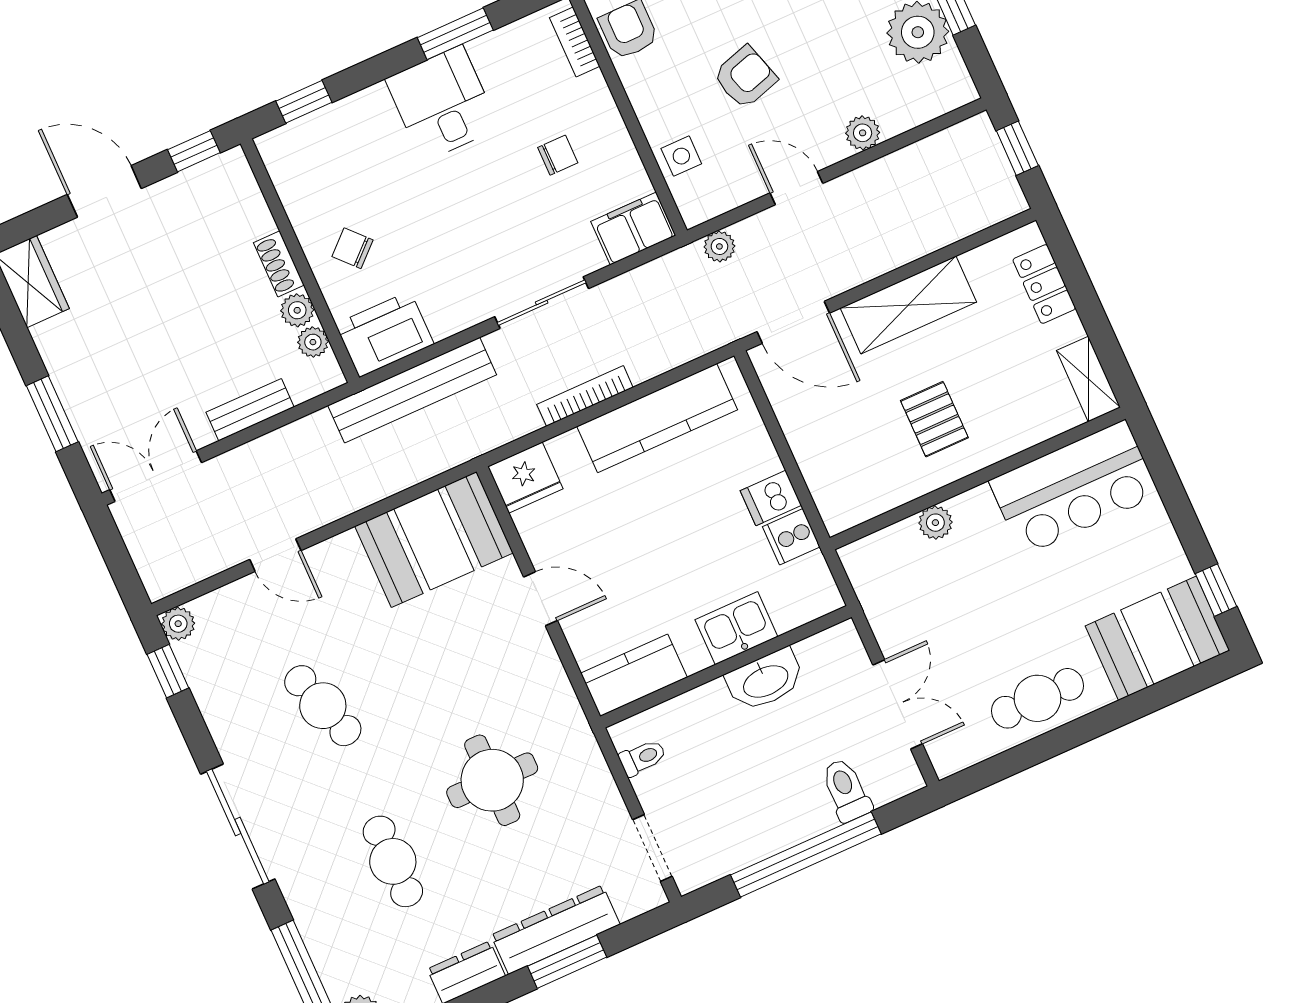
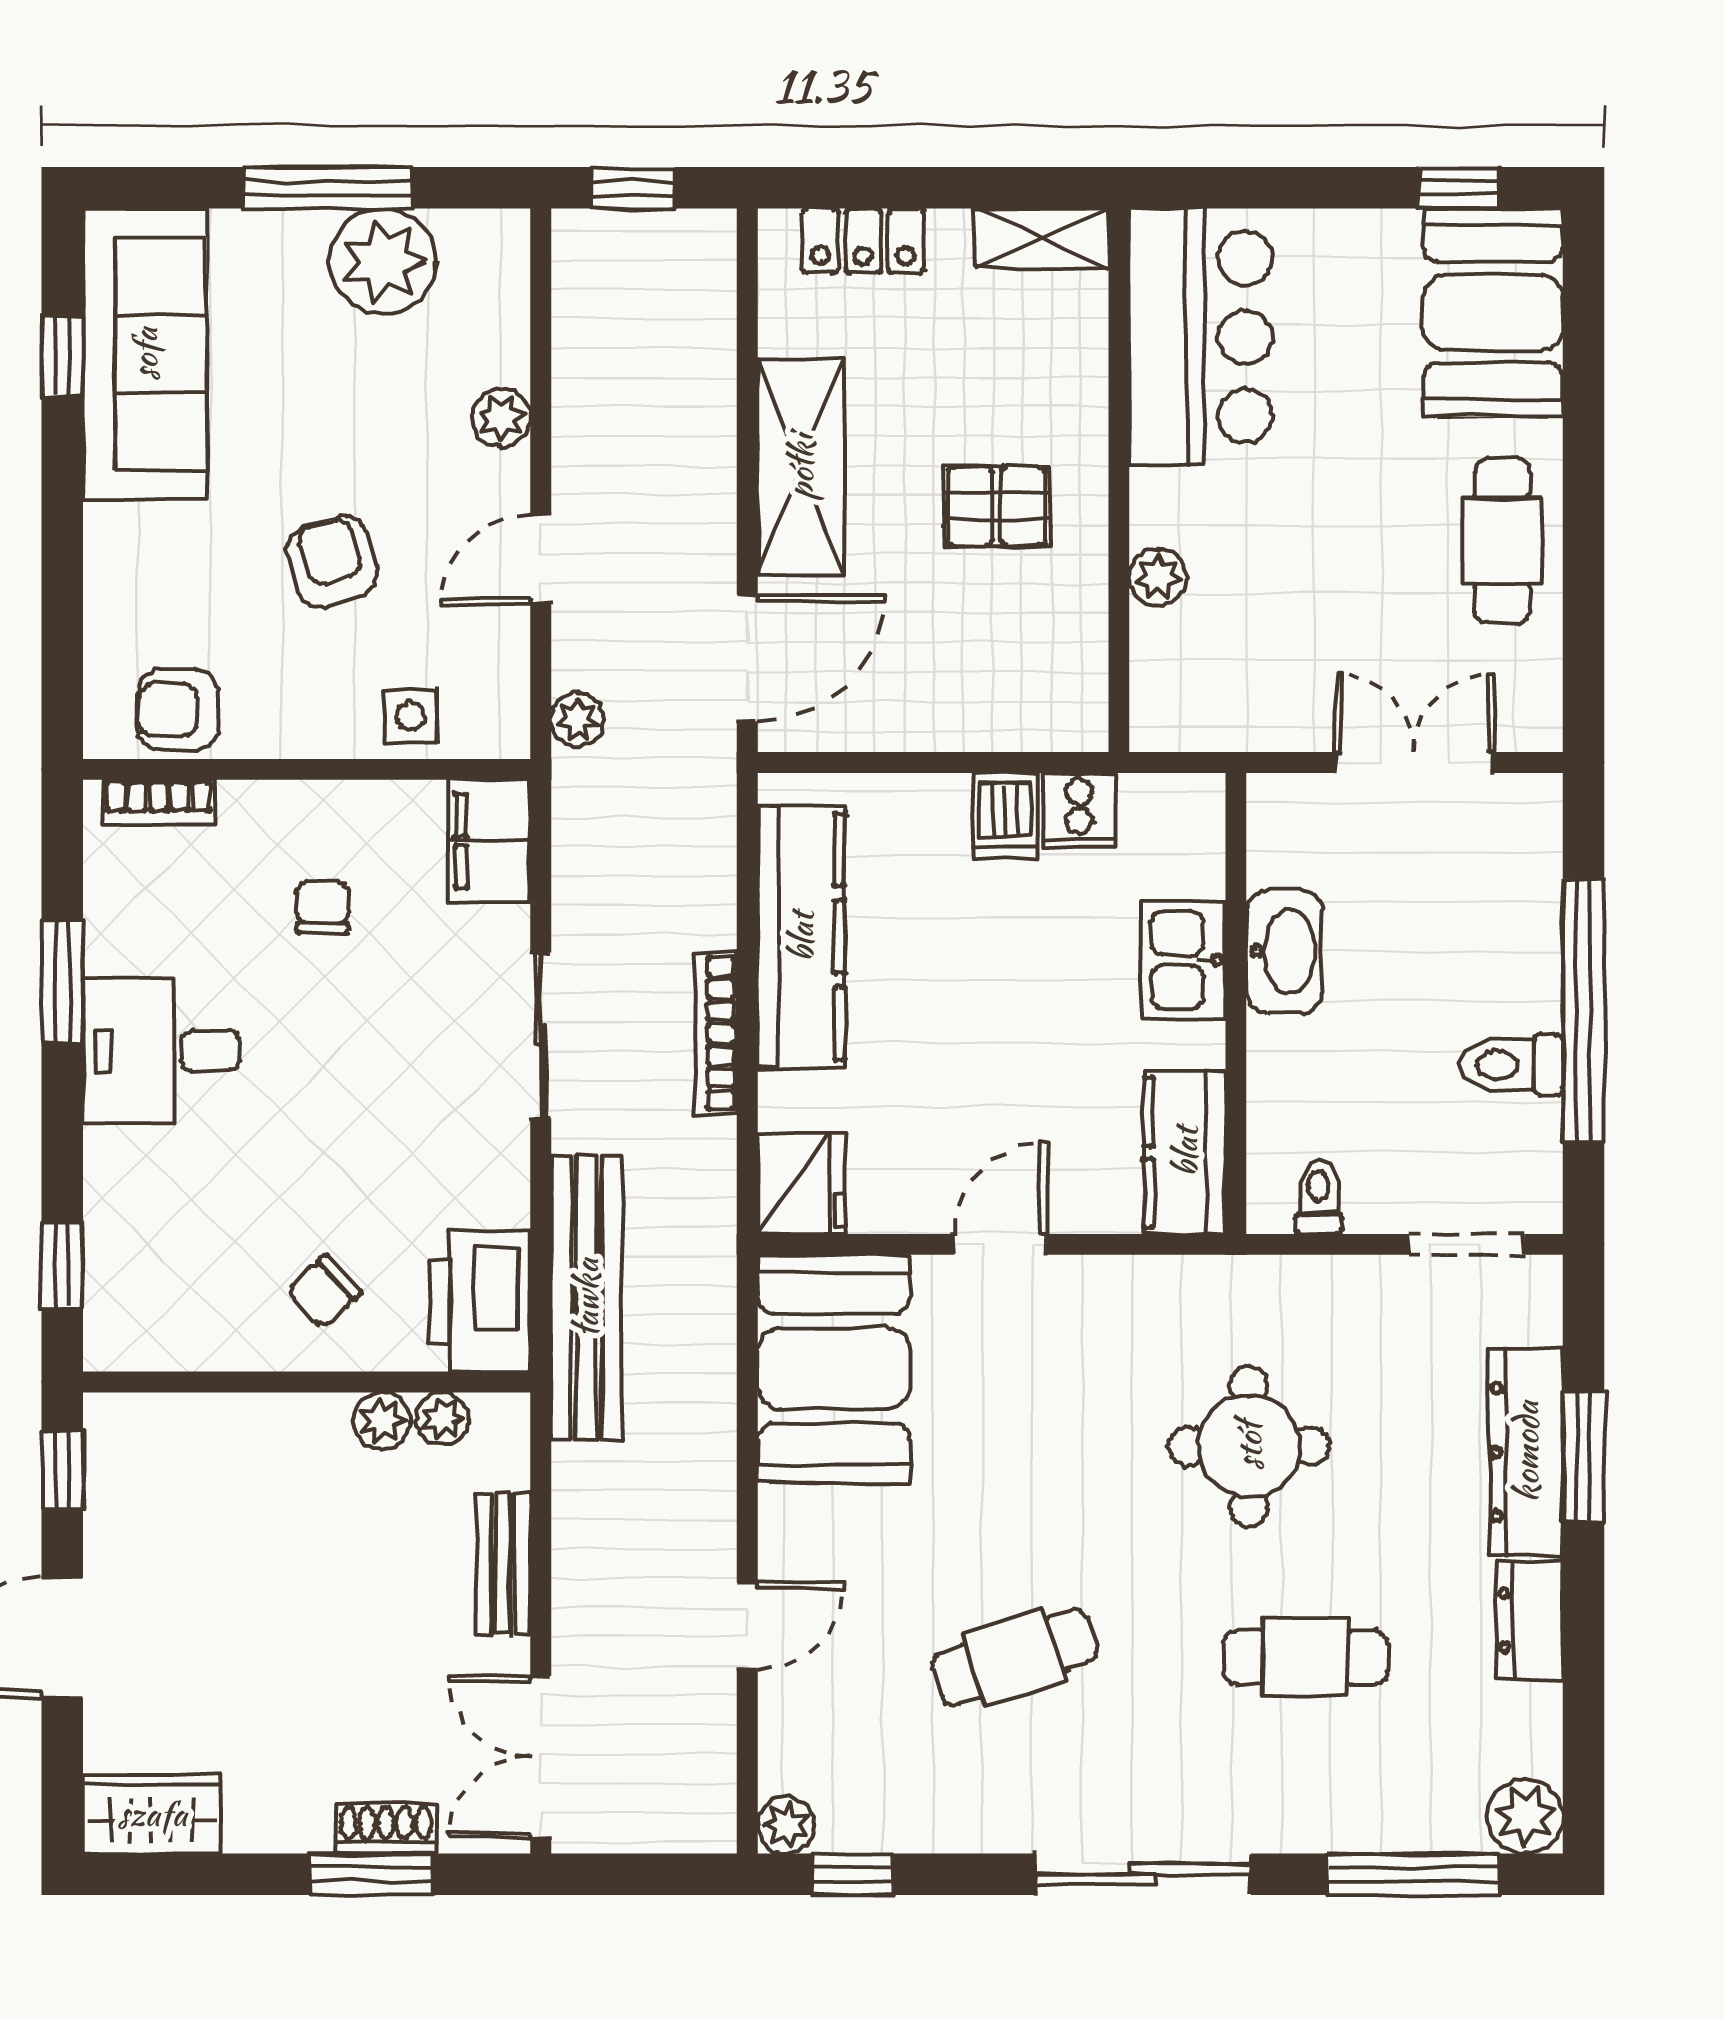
shoe rack: (279, 264) -> (386, 1829), moved, turned 180
toilet: (846, 790) -> (1511, 1065), moved

